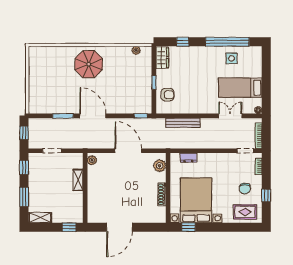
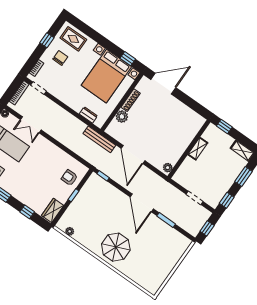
bench: (183, 123) -> (99, 139), moved
plant: (160, 166) -> (122, 117), moved
shelving: (78, 180) -> (198, 149), moved
door: (119, 227) -> (163, 84), moved

